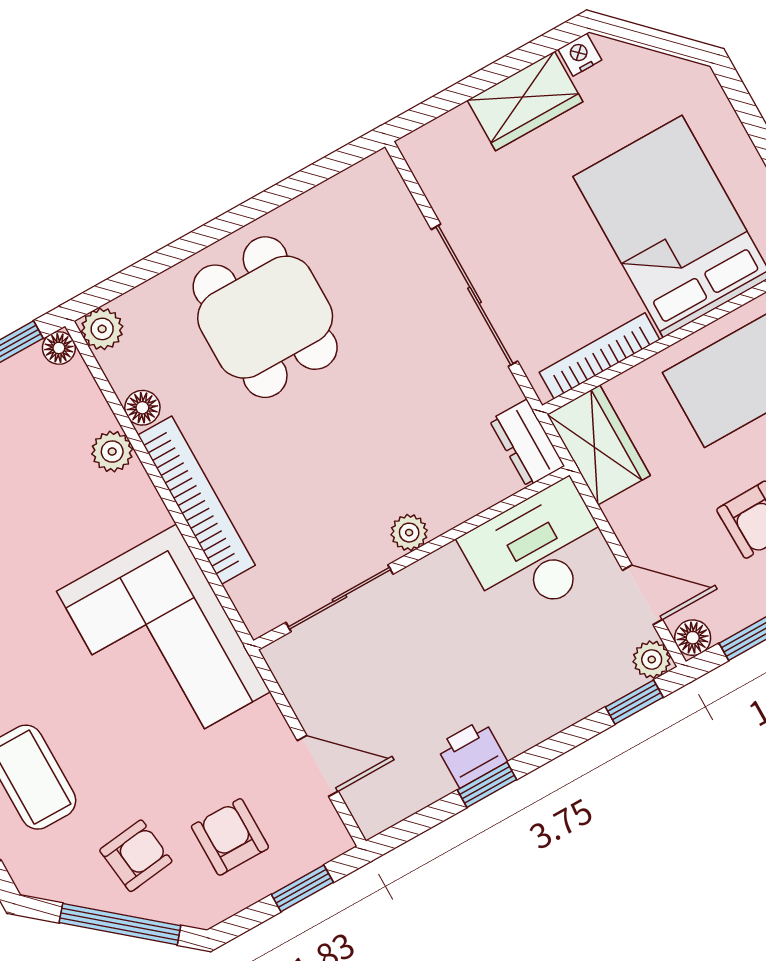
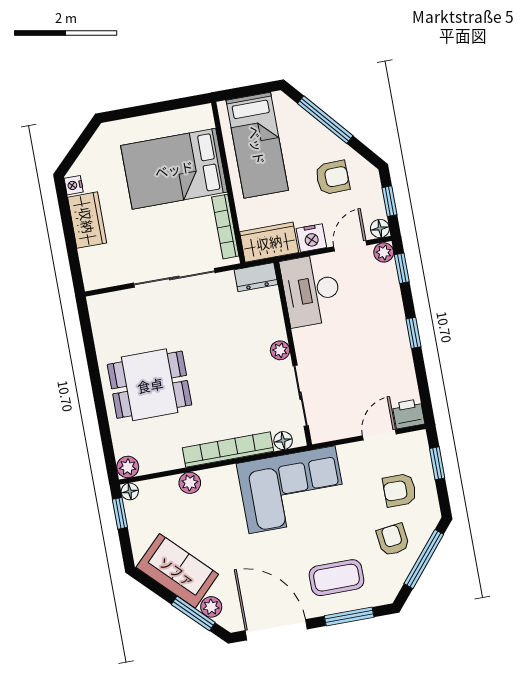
floor lamp: (142, 408) -> (283, 441), moved
nightstand: (633, 519) -> (311, 238), added
printer: (472, 754) -> (408, 414), moved, turned 90
window: (487, 785) -> (413, 333), moved

